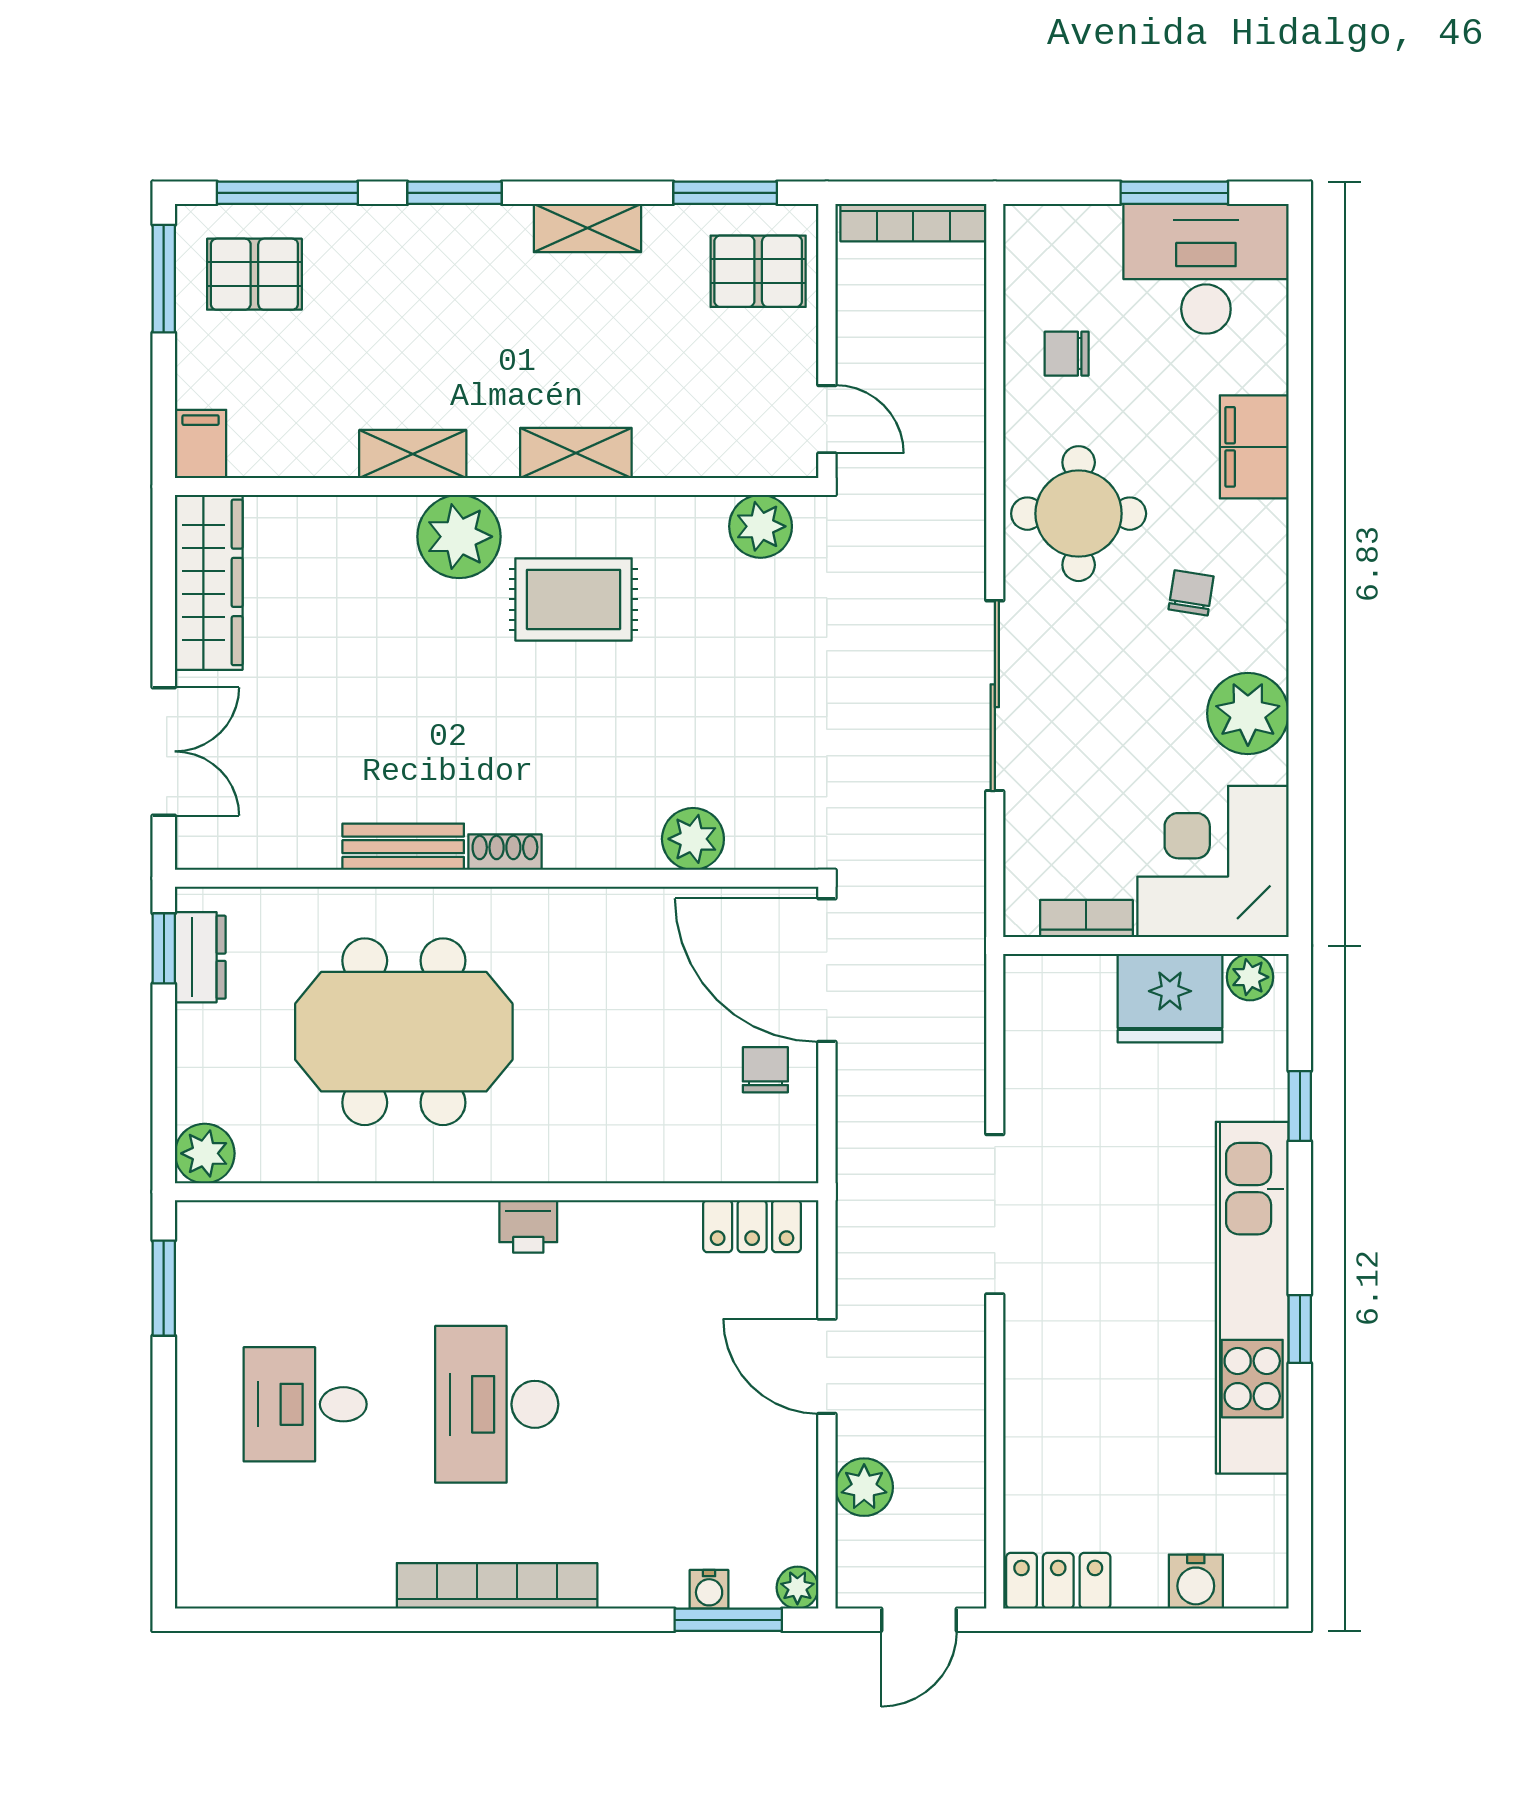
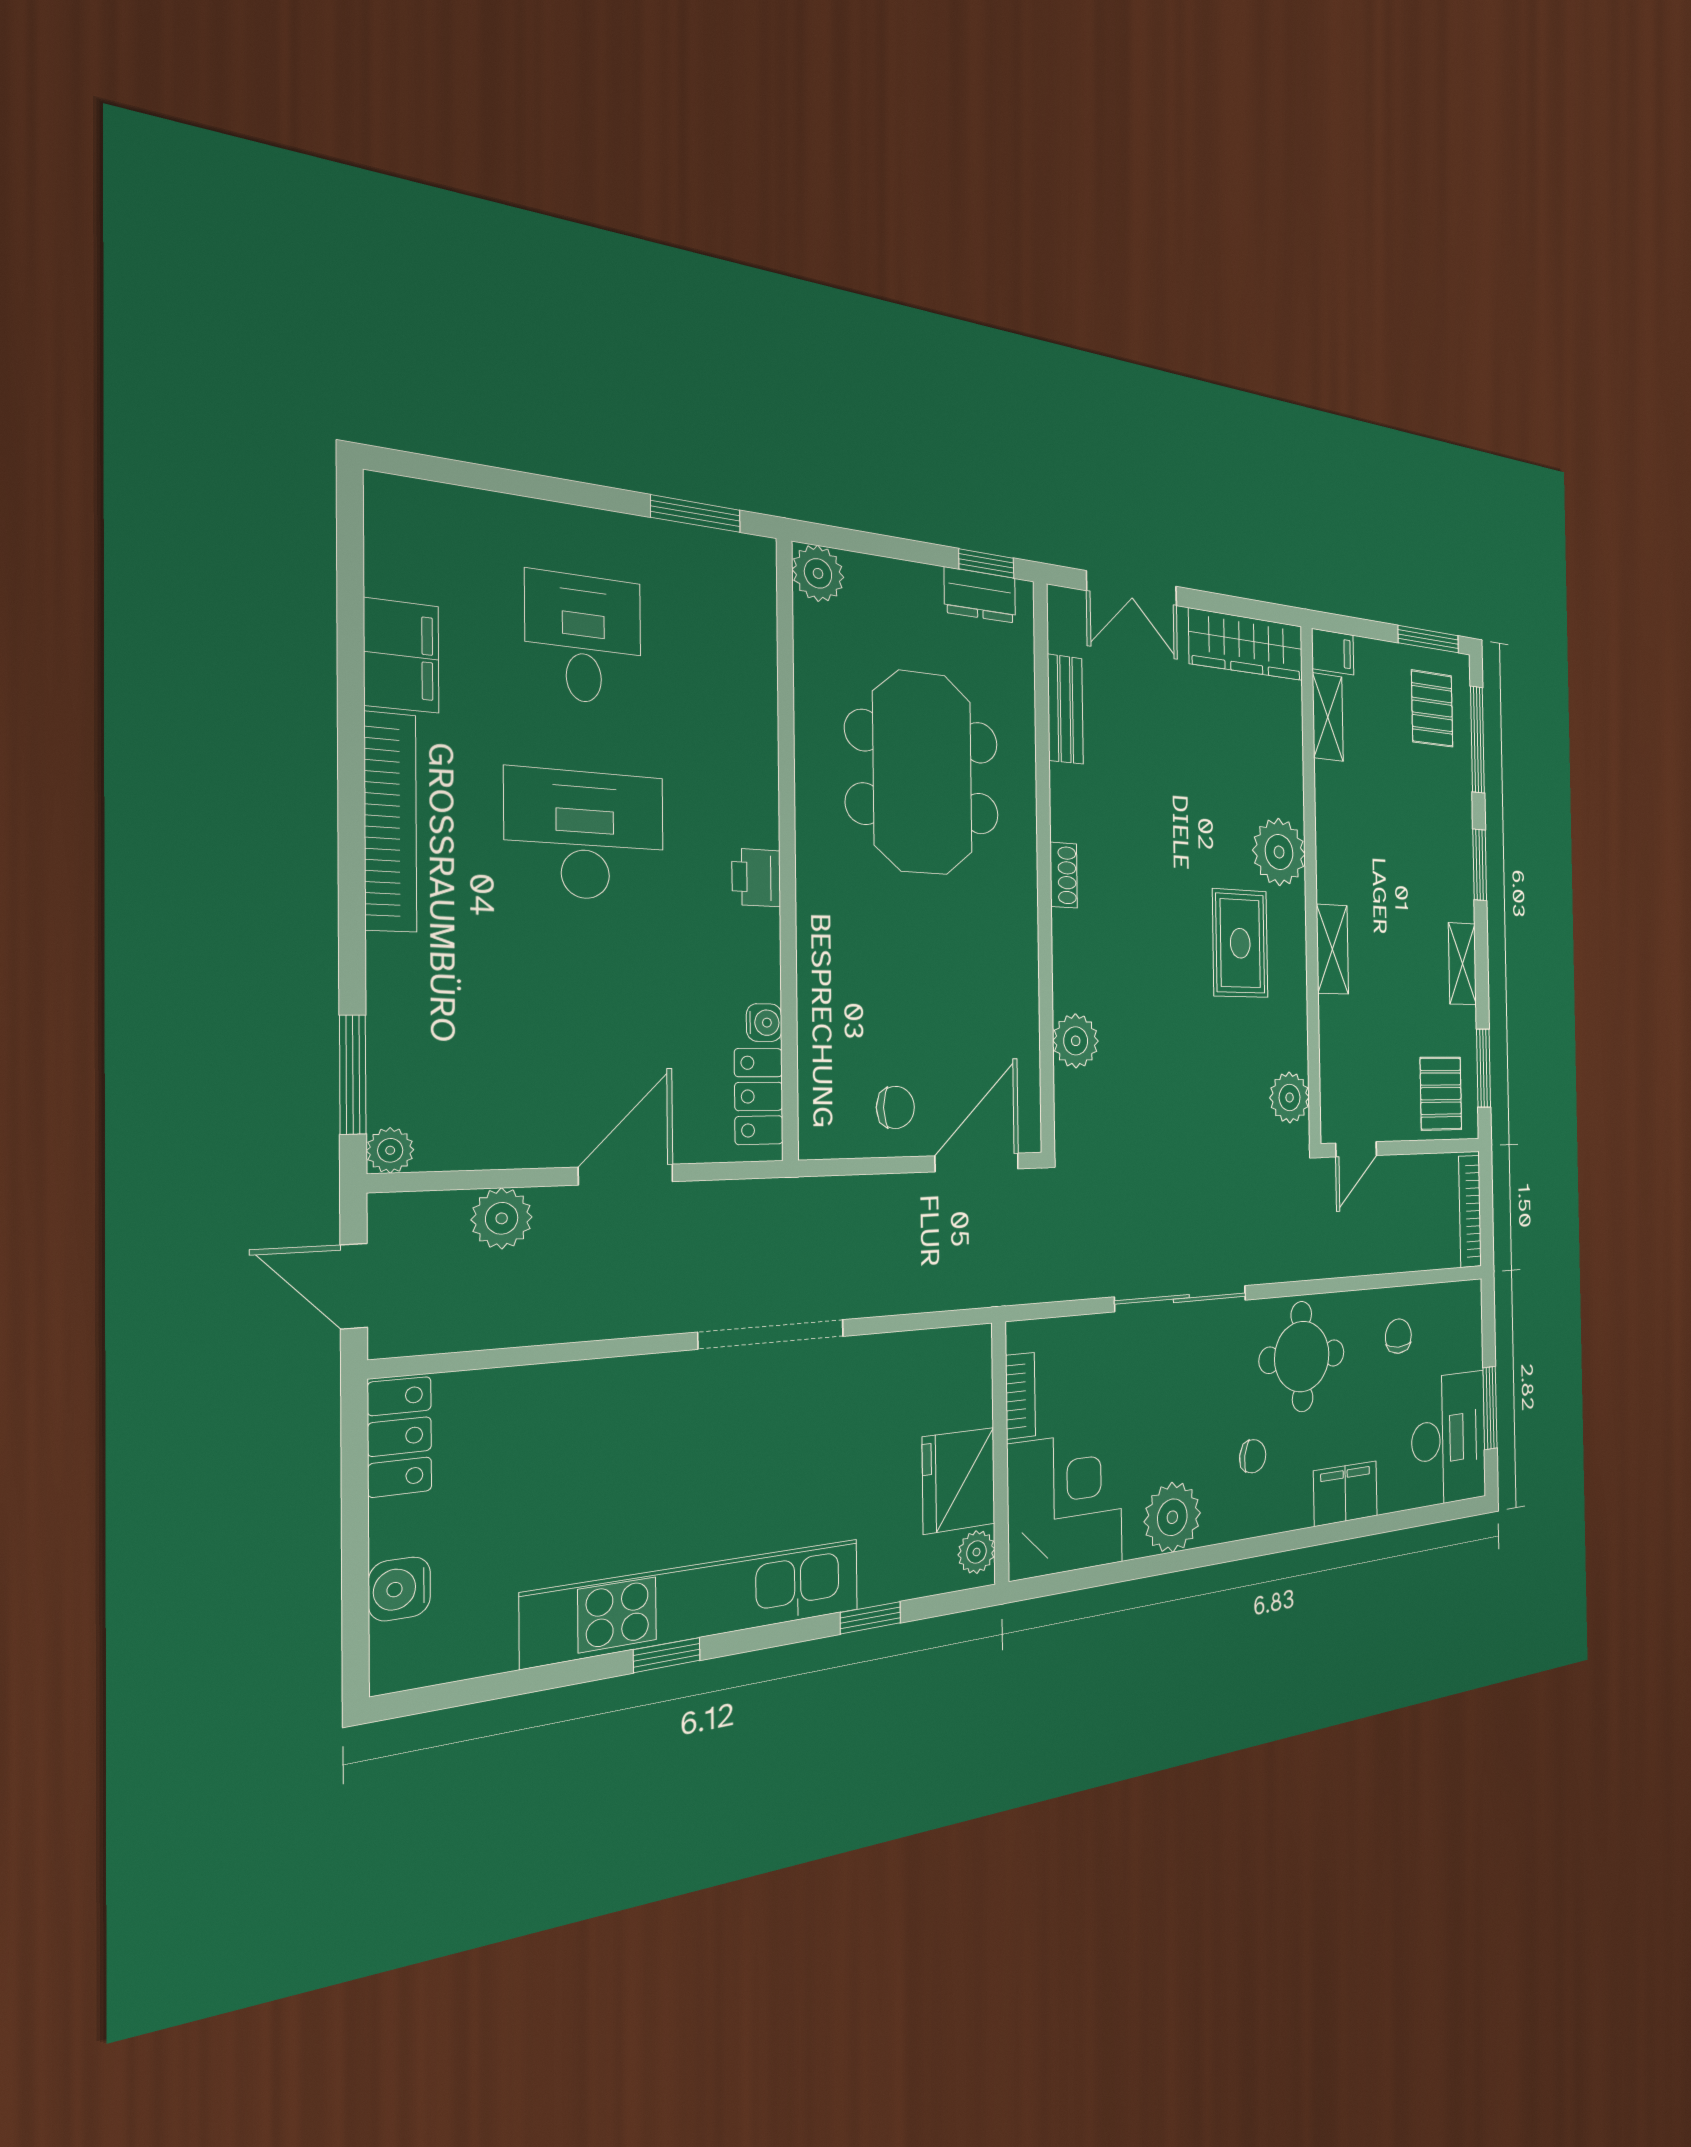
shelving: (413, 454) -> (1328, 717), moved
bench: (403, 847) -> (1065, 709), moved
door: (827, 970) -> (977, 1162), width x0.73
filing cabinet: (342, 1575) -> (401, 656), added
water cooler: (709, 1589) -> (764, 1023), moved, turned 180

